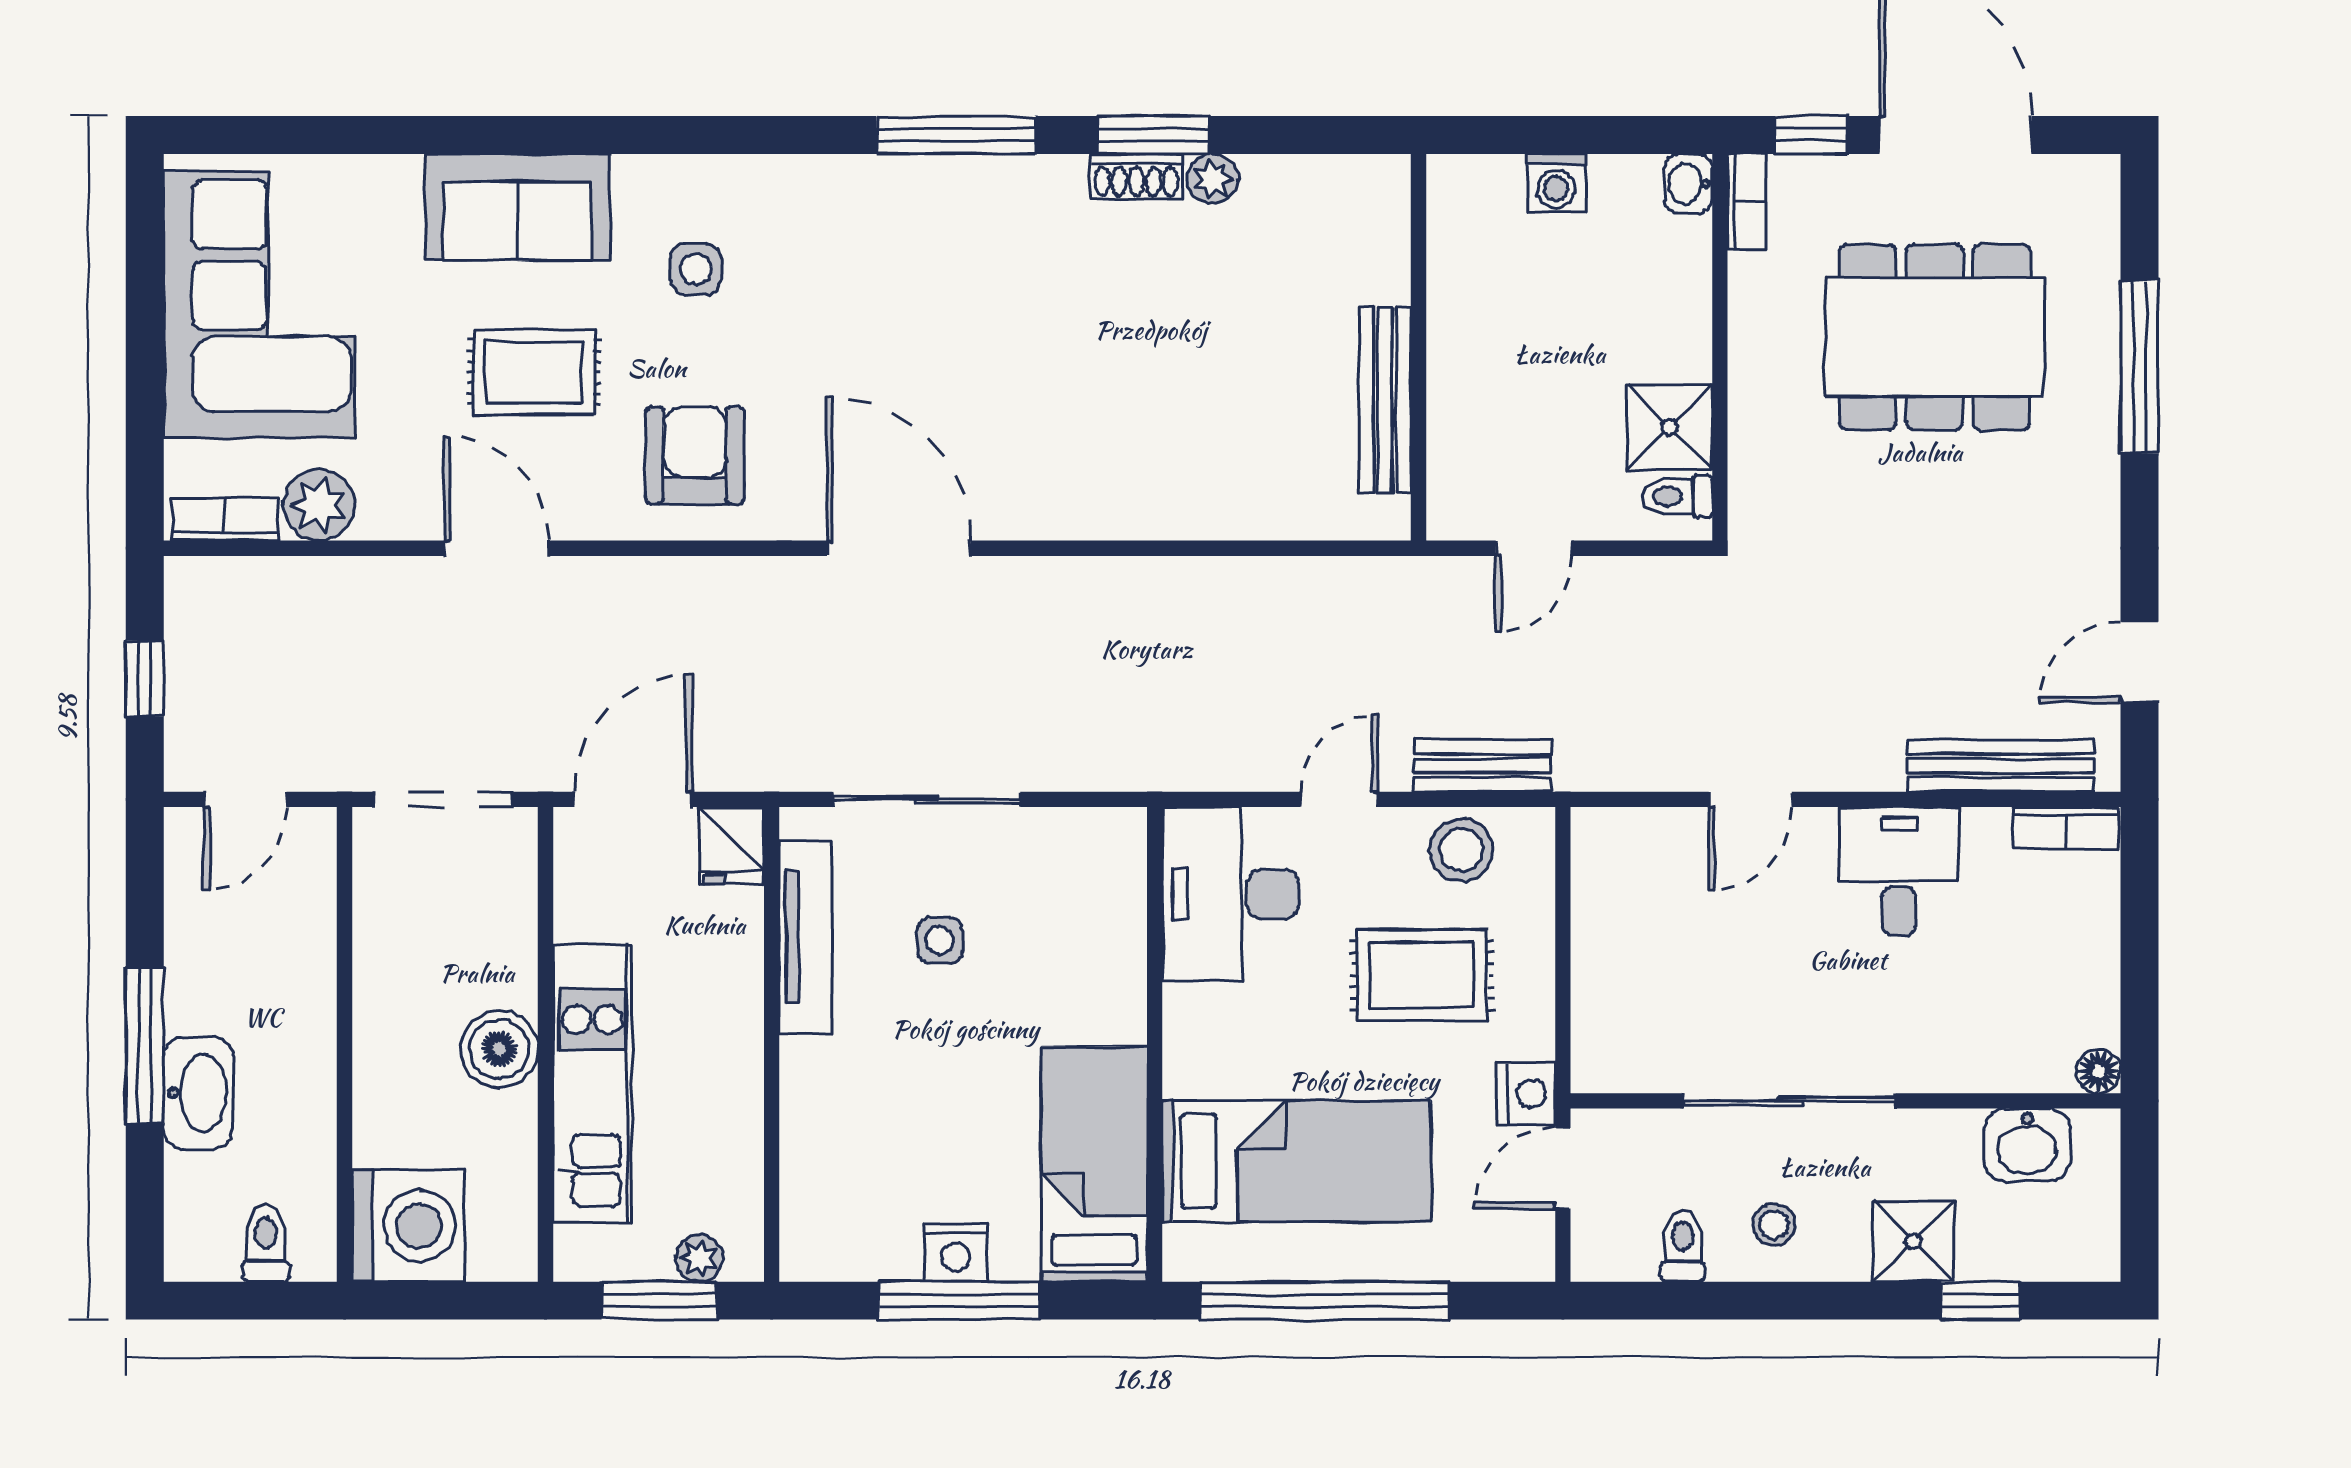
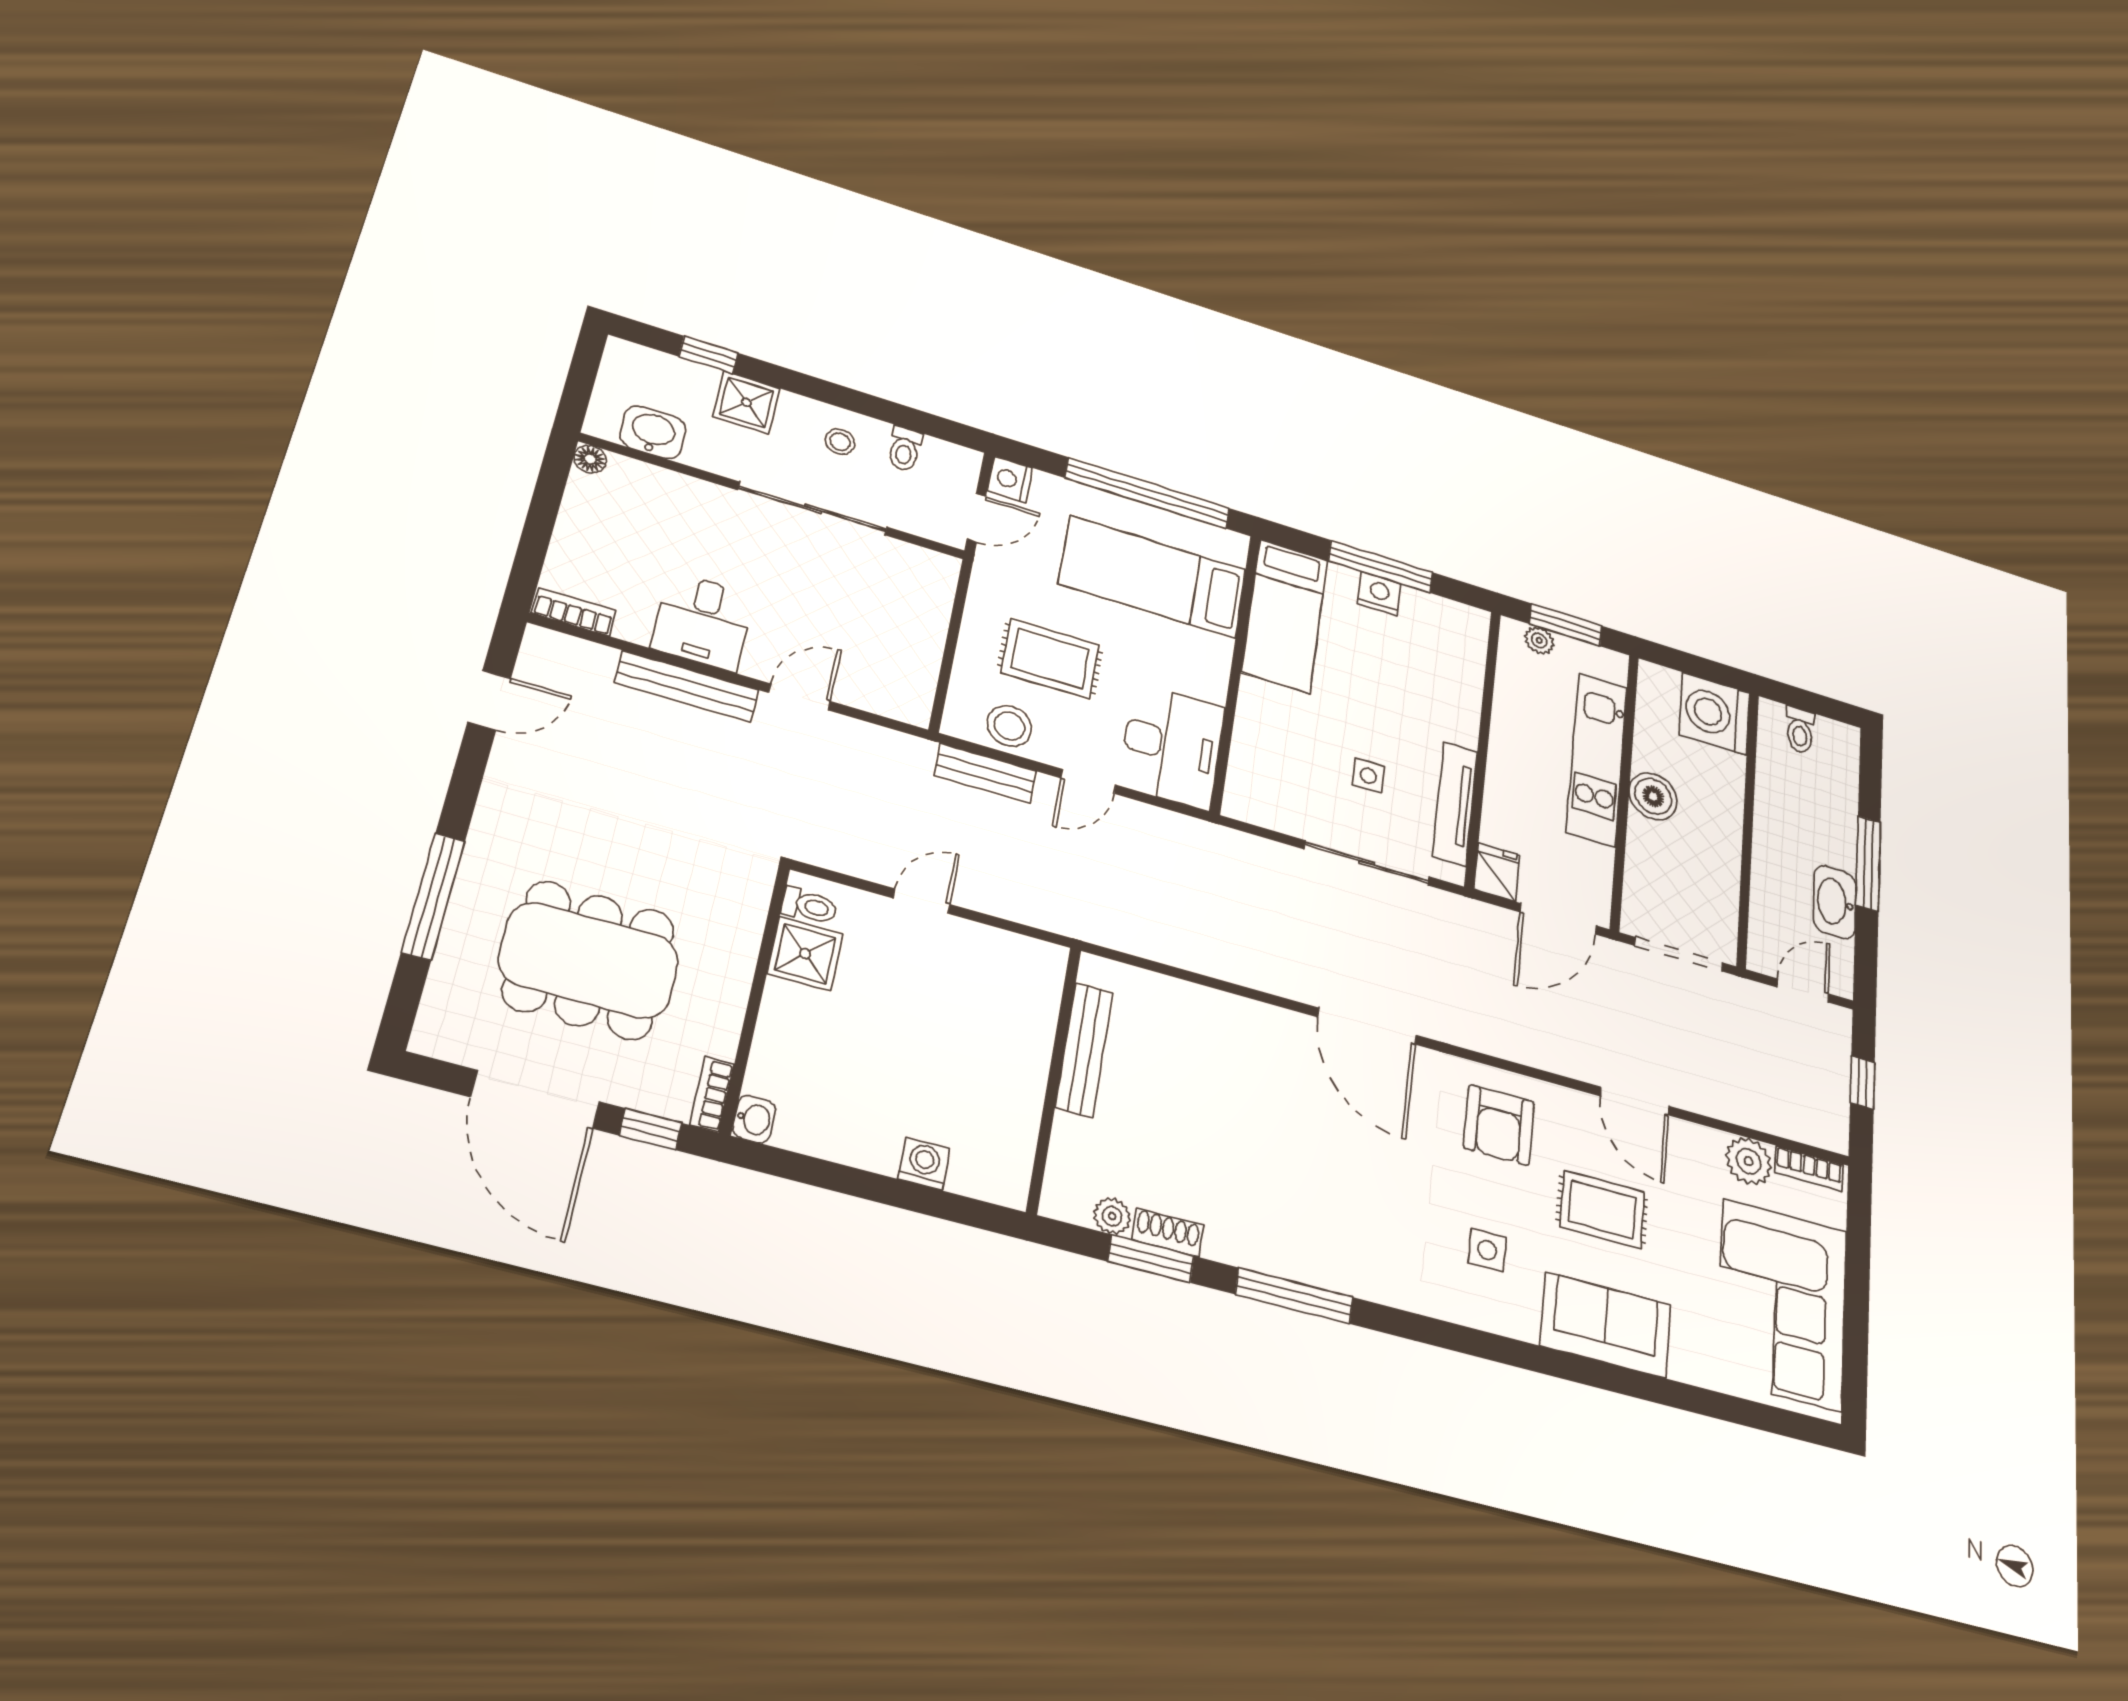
washing machine: (1556, 183) -> (924, 1164), moved
wall: (1418, 347) -> (1054, 1079), moved
bench: (1385, 400) -> (1084, 1050), moved
bench: (2001, 766) -> (687, 686), moved
washbasin: (198, 1093) -> (1835, 902), moved
nightstand: (1526, 1093) -> (1010, 479), moved

